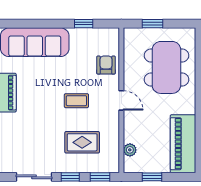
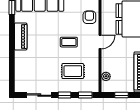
door: (121, 100) -> (100, 42), hinge flipped

